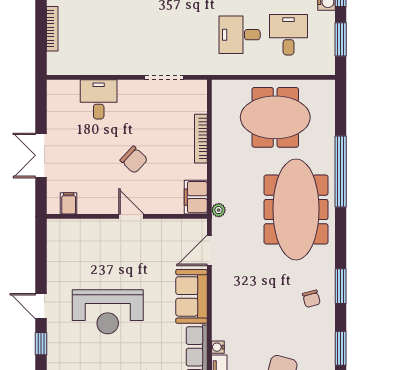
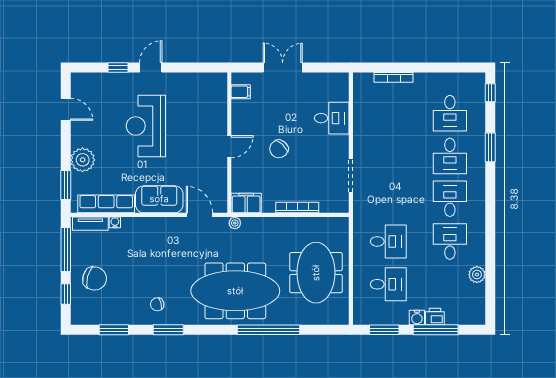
desk: (240, 35) -> (388, 241), turned 90

